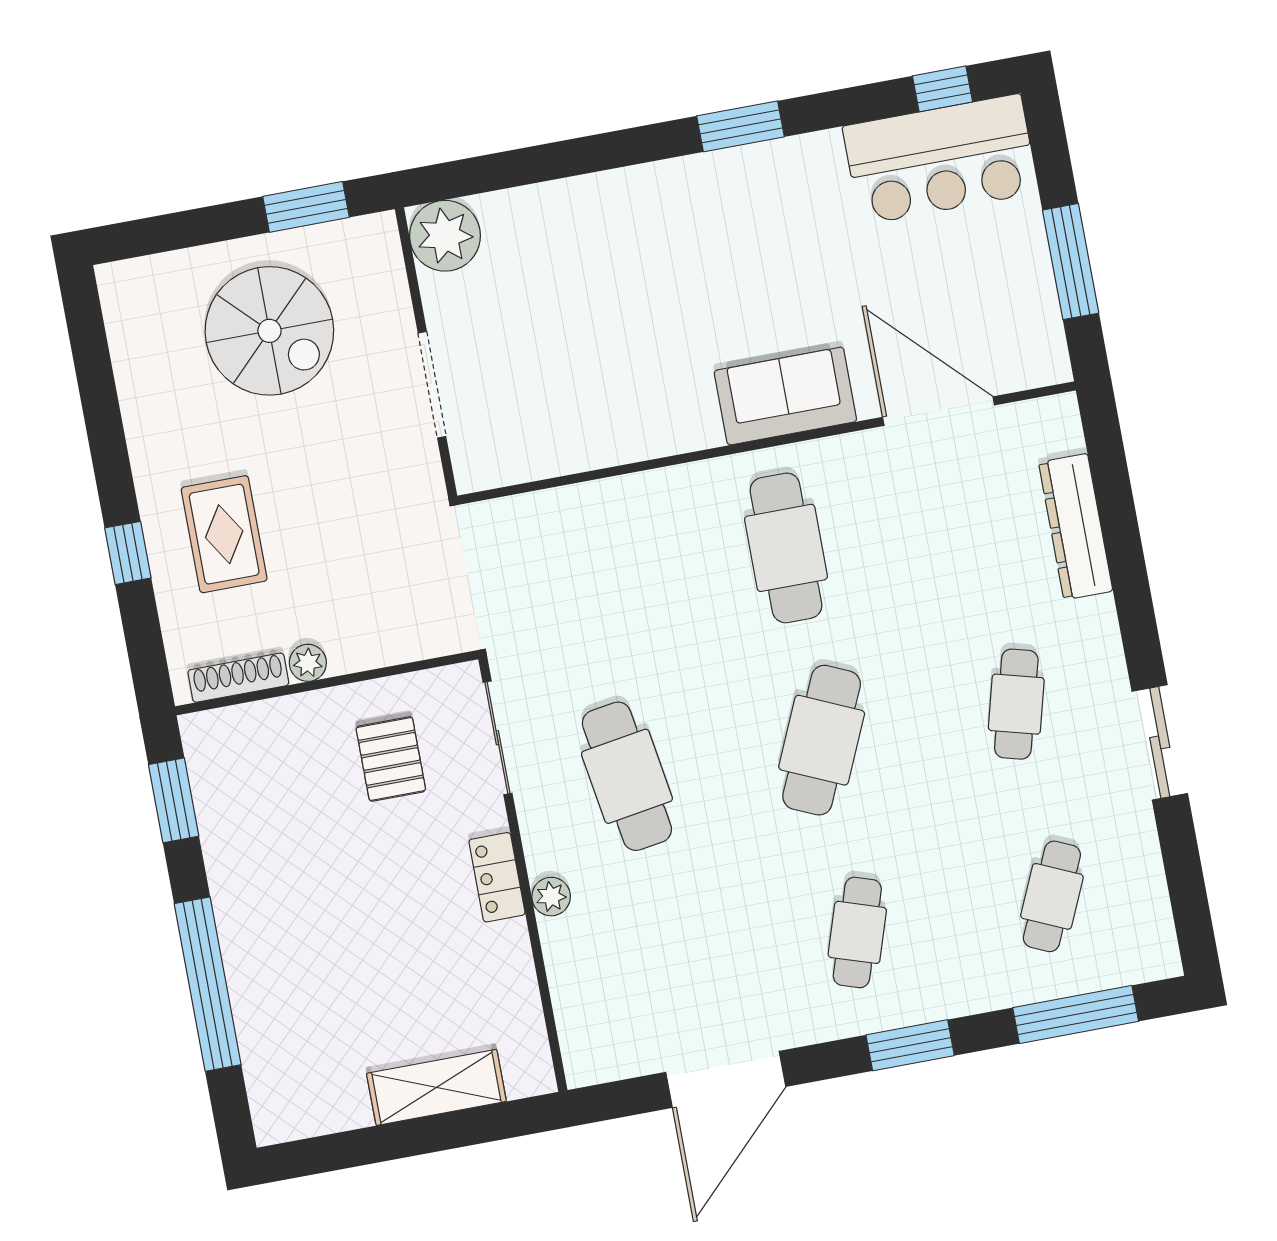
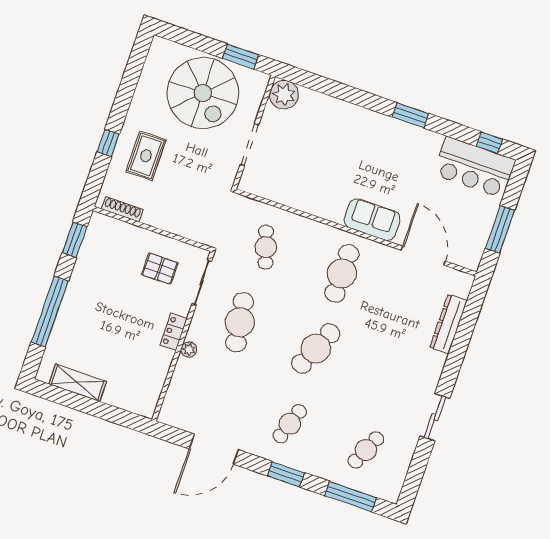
spiral stairs: (269, 331) -> (203, 93), width x1.37, depth x1.37
plant: (308, 663) -> (150, 218), removed
cafe table: (1016, 704) -> (266, 247), moved, turned -33
pallet: (391, 759) -> (160, 269), turned 90
shelving: (436, 1087) -> (78, 383), moved

